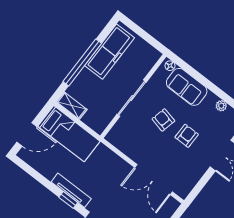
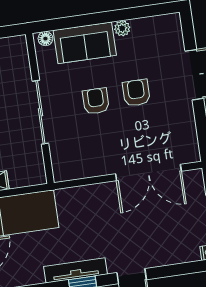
plant: (221, 106) -> (122, 28), moved
armchair: (163, 120) -> (96, 101), turned 77

